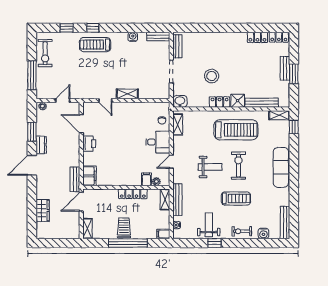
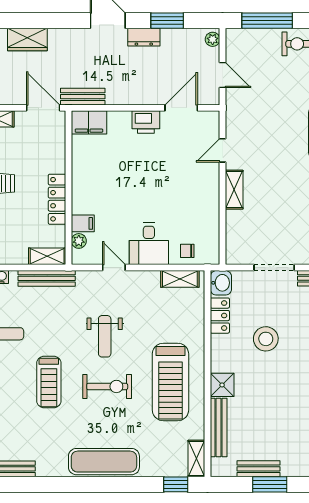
bench: (285, 68) -> (258, 469), moved
locker: (220, 102) -> (220, 316), moved

